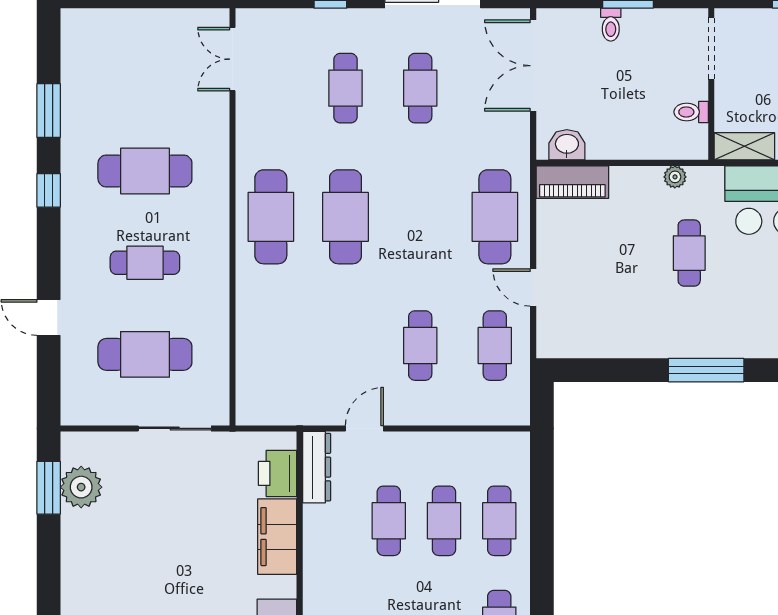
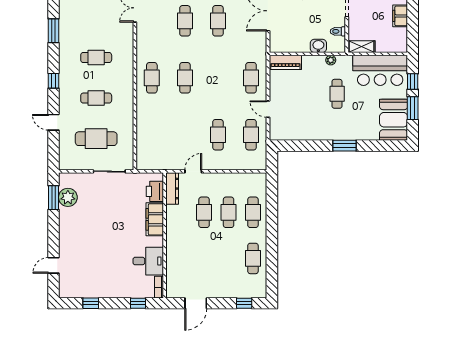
washbasin: (567, 145) -> (318, 46), moved
cafe table: (145, 171) -> (96, 57), width x0.73, depth x0.74
window: (49, 190) -> (54, 81), moved
cafe table: (271, 217) -> (152, 78), width x0.73, depth x0.74
cafe table: (345, 217) -> (185, 78), width x0.73, depth x0.74
cafe table: (495, 217) -> (251, 78), width x0.73, depth x0.74
window: (706, 370) -> (345, 146), width x0.69

